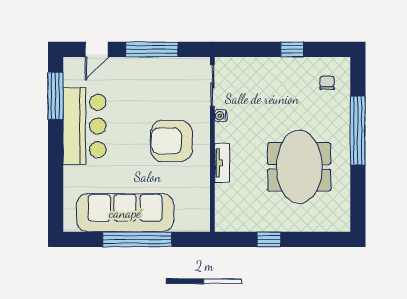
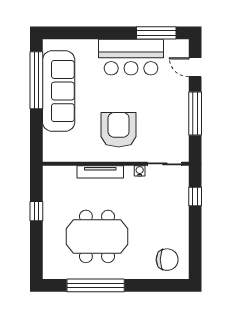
window: (292, 49) -> (195, 196), moved
chair: (327, 83) -> (167, 260), width x1.87, depth x1.87
window: (358, 131) -> (96, 285), moved
tv unit: (222, 163) -> (100, 172), width x1.41
window: (137, 239) -> (36, 80), moved

